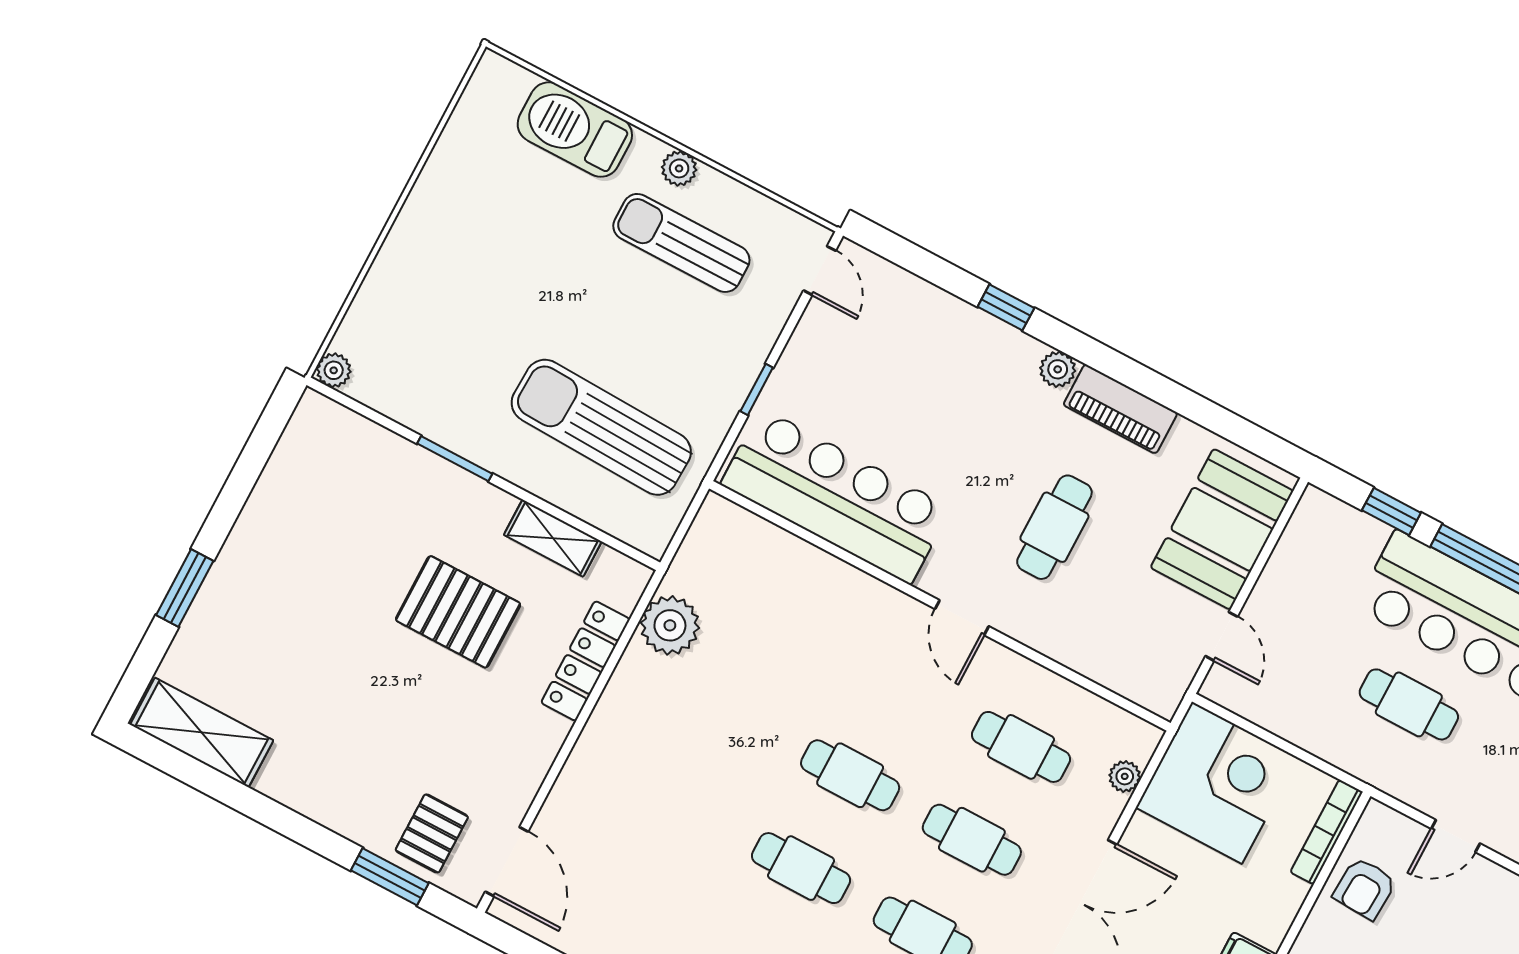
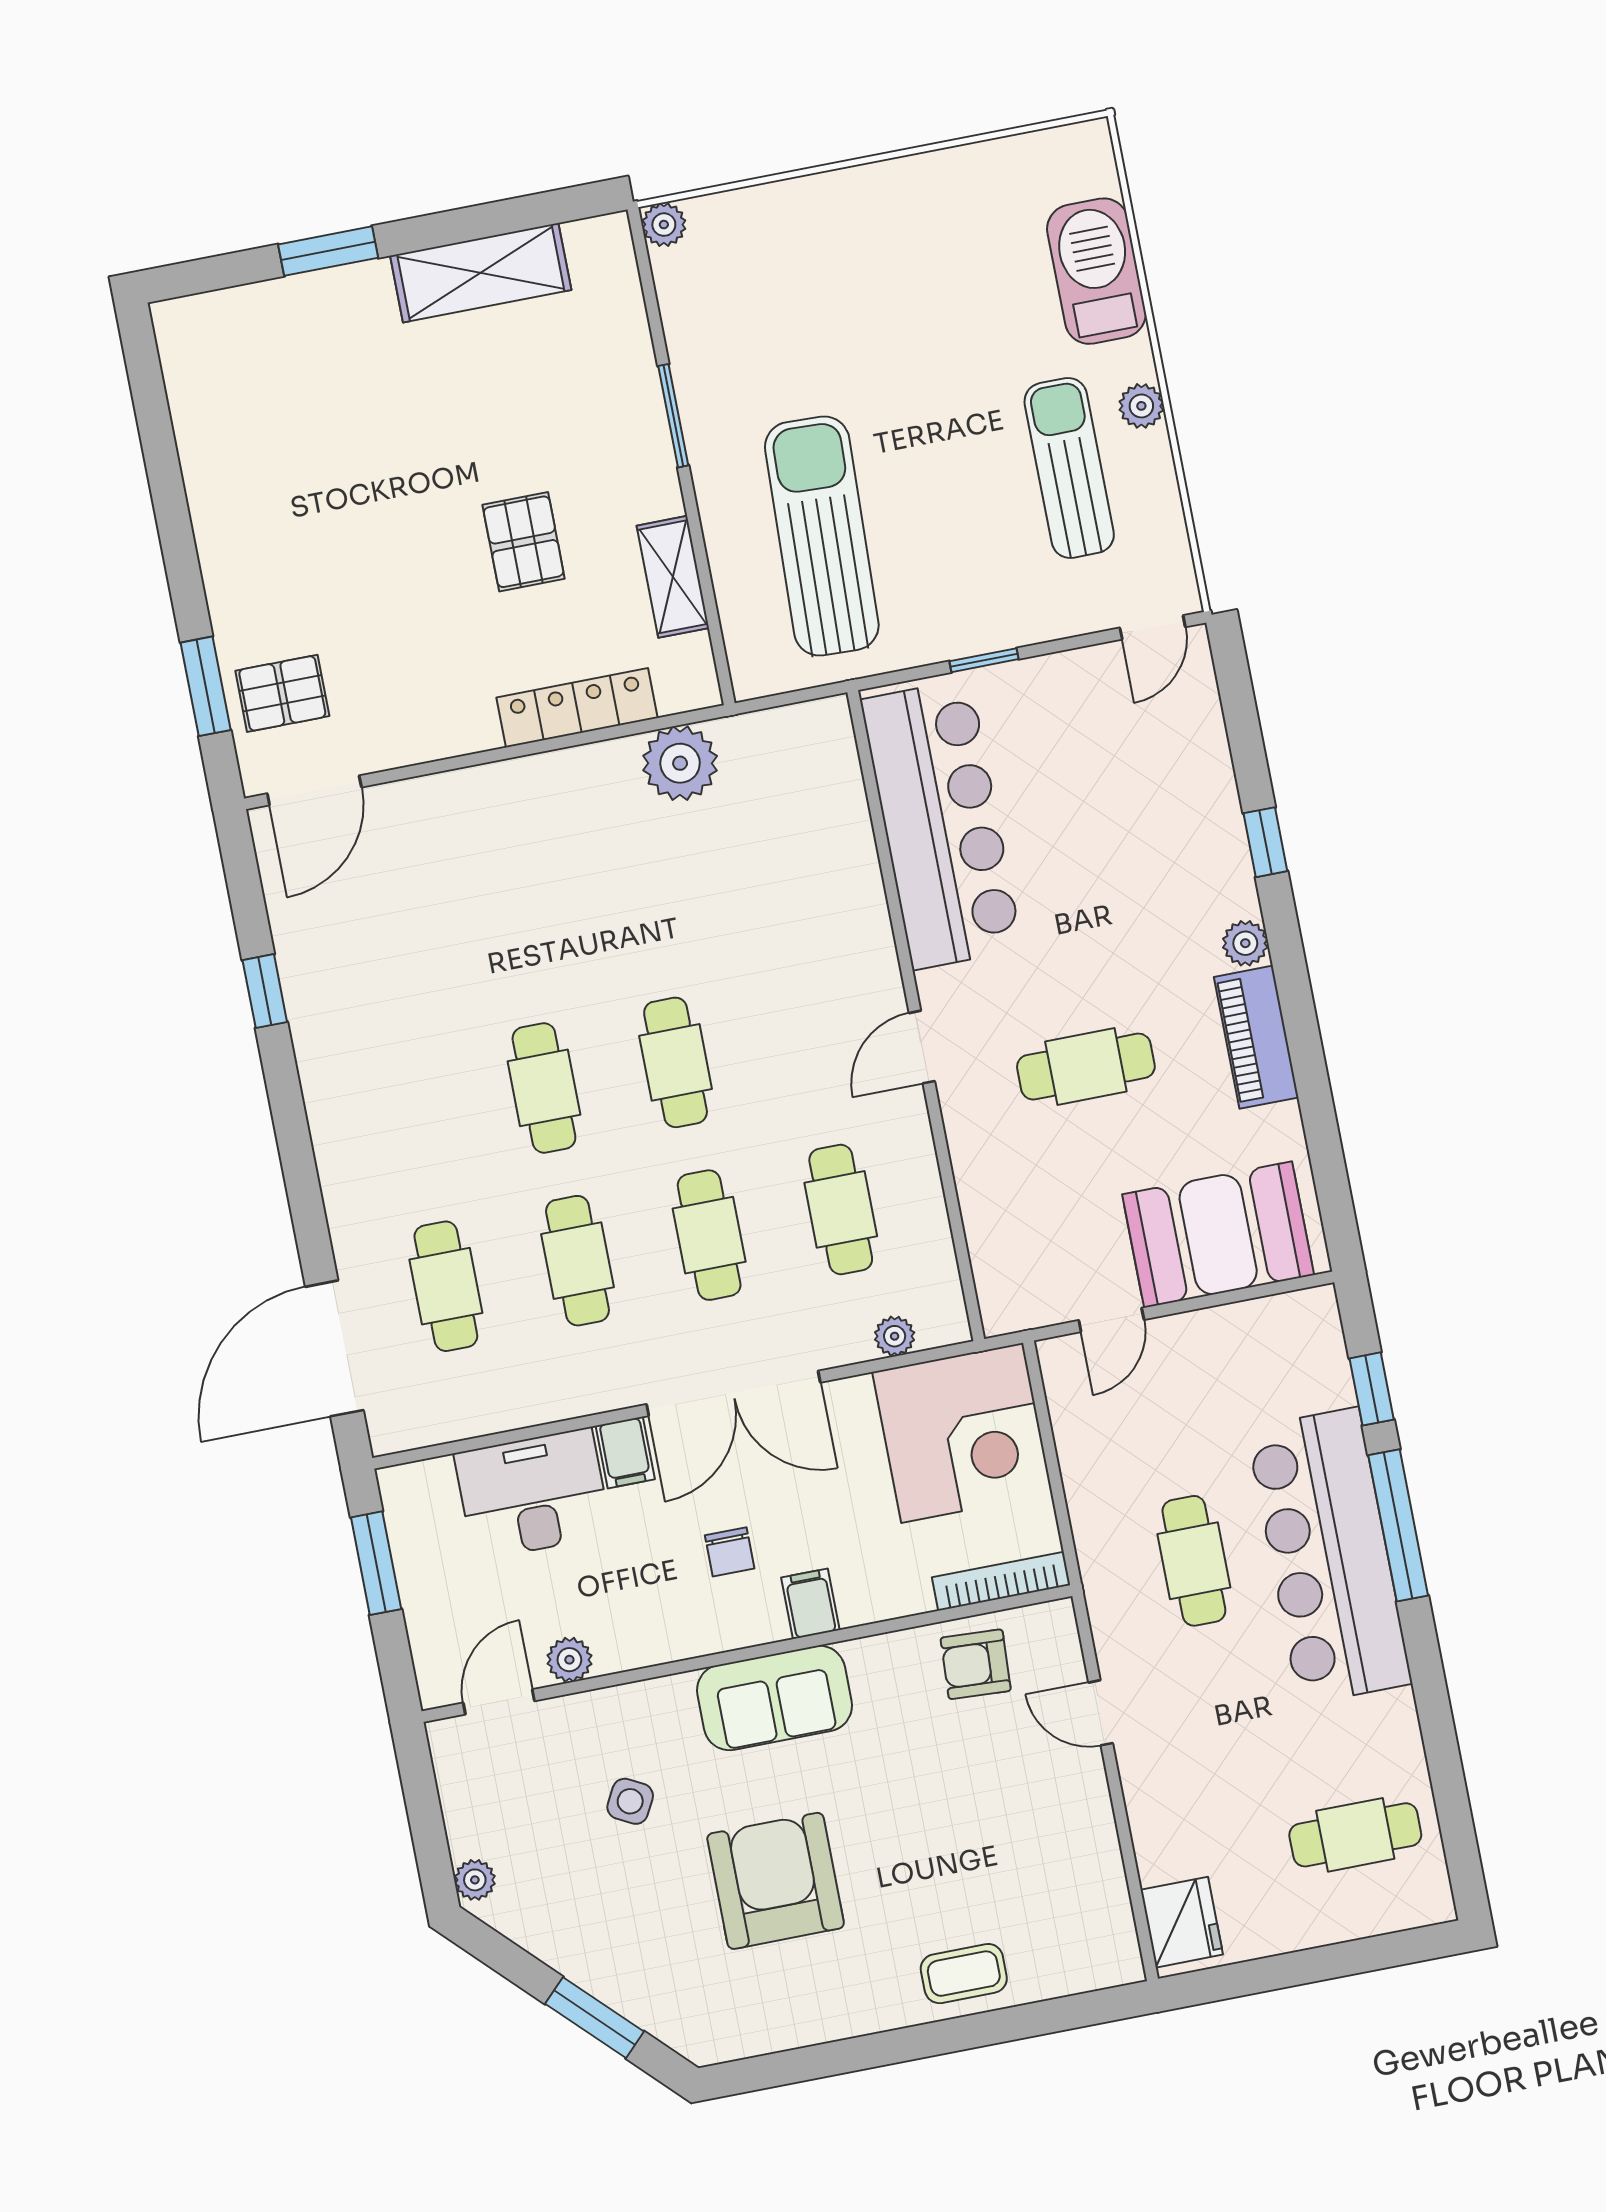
pallet: (458, 612) -> (524, 542), width x0.67, depth x0.71
shelving: (202, 733) -> (481, 273), moved, turned 90

